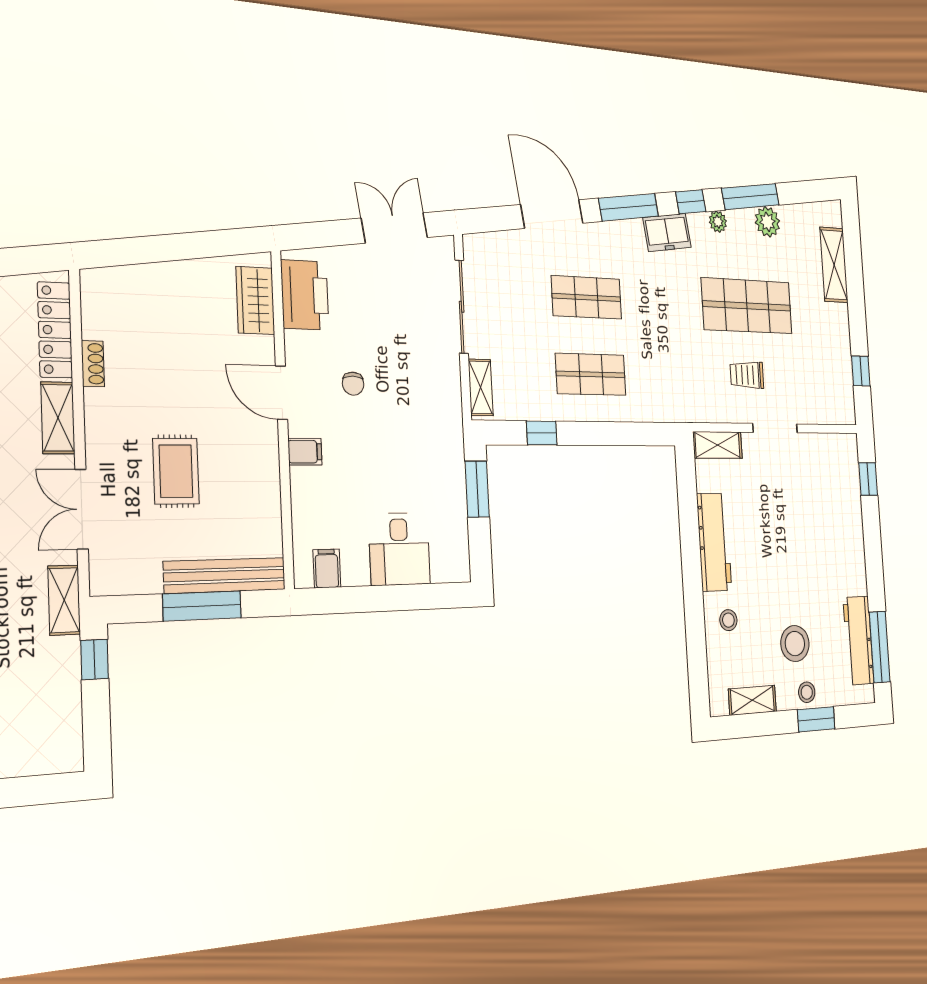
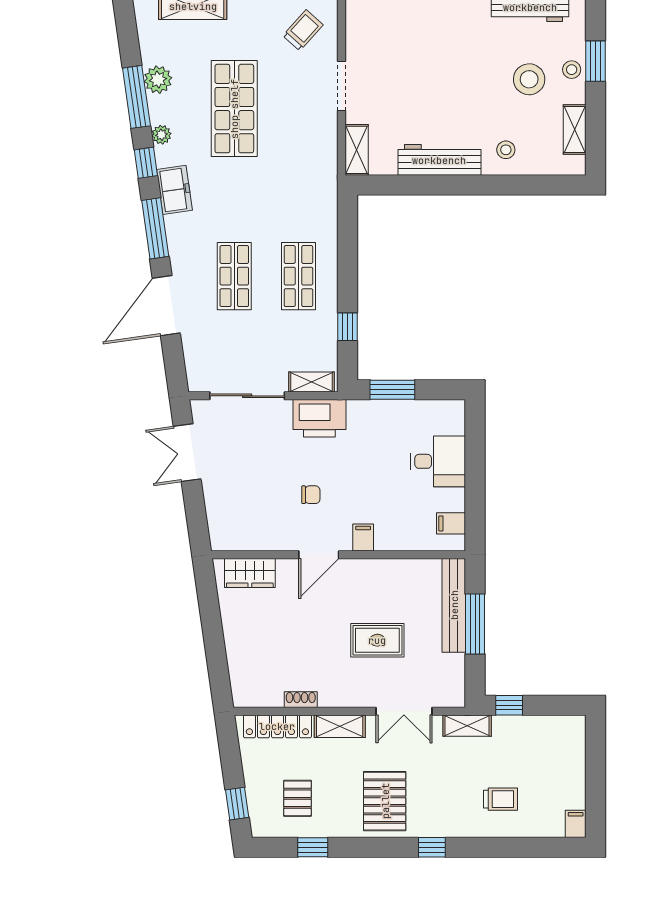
printer: (305, 295) -> (319, 418), moved, turned 180
trolley: (747, 375) -> (303, 30), moved, turned -138

